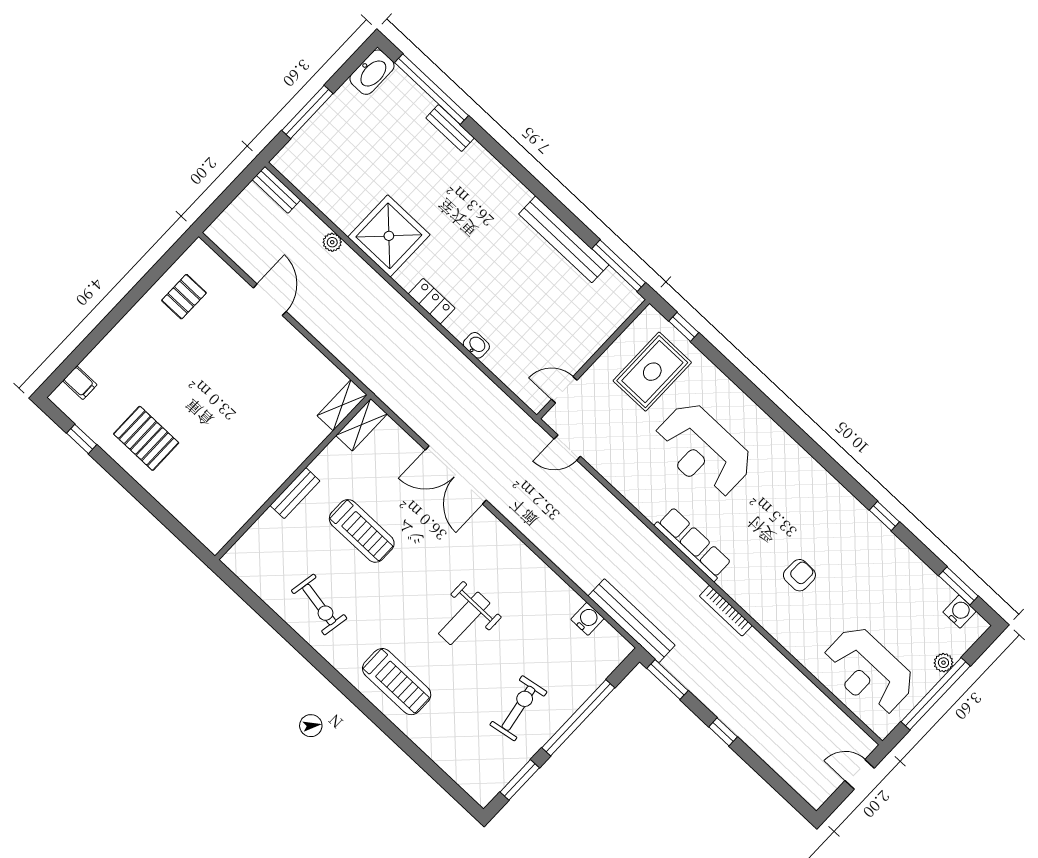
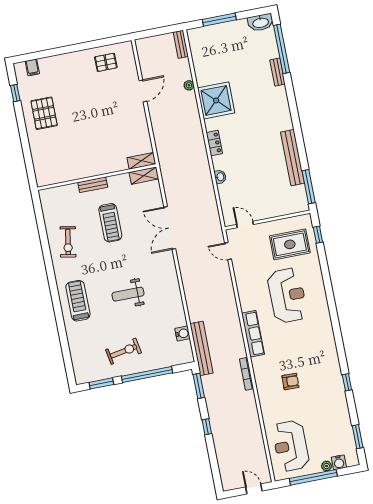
reception desk: (703, 450) -> (287, 295), turned 180
water cooler: (960, 612) -> (339, 462), moved, turned 90
treadmill: (397, 682) -> (78, 301), turned 180

